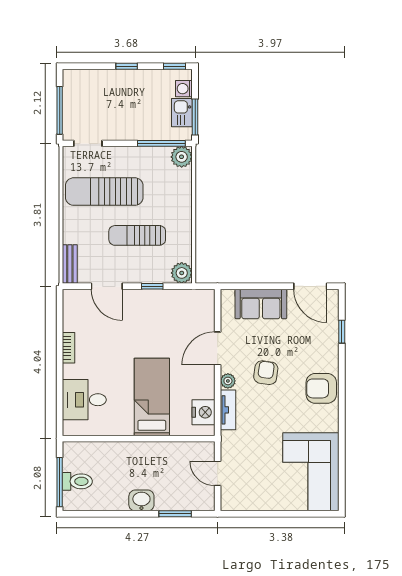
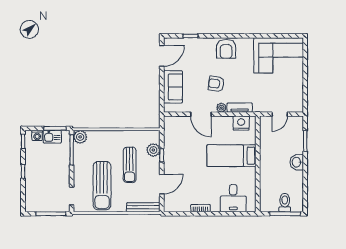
bench: (70, 264) -> (143, 207), width x1.36
plant: (182, 273) -> (153, 150), moved

